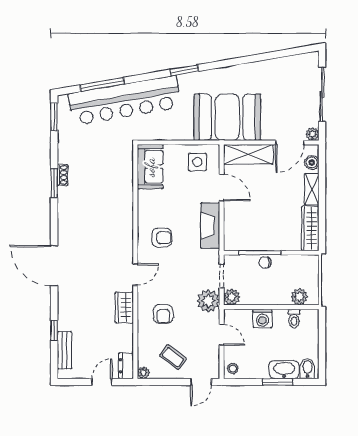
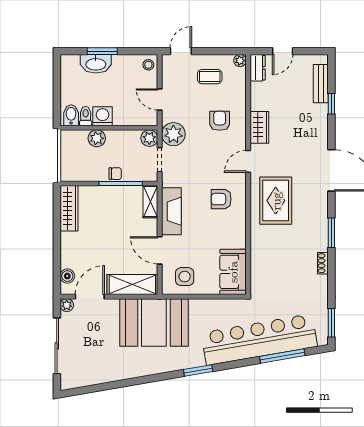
window: (54, 183) -> (331, 233), moved
shelving: (312, 189) -> (150, 202), moved
rug: (109, 236) -> (276, 201), added
plant: (299, 297) -> (97, 138), moved
washing machine: (262, 318) -> (102, 116), moved
coffee table: (173, 357) -> (210, 77), turned -38
bidet: (307, 368) -> (71, 115), moved, turned 180

